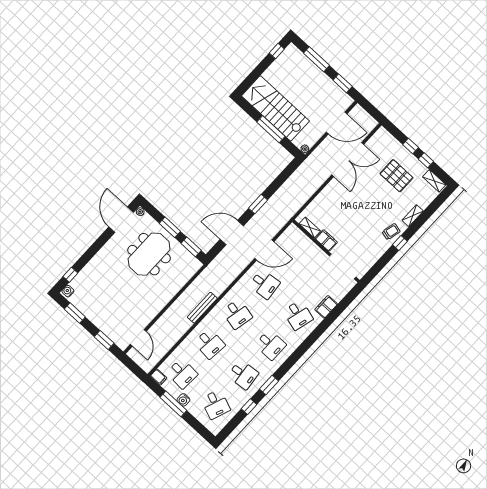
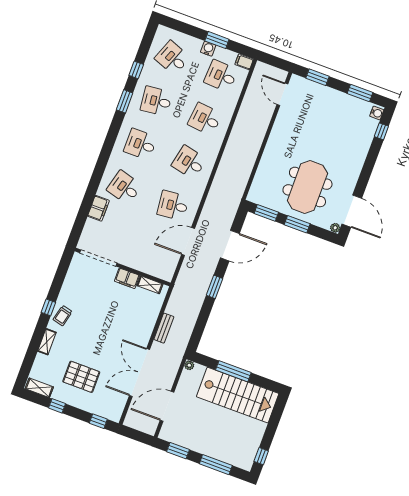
window: (411, 146) -> (98, 421), moved
bench: (202, 308) -> (164, 328), moved, width x0.73
window: (173, 404) -> (217, 40), width x0.69

